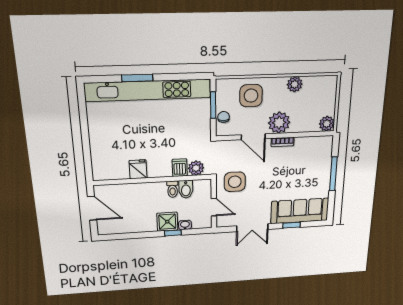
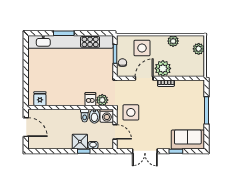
plant: (327, 124) -> (199, 49), moved
door: (253, 137) -> (144, 78), swing flipped
fridge: (138, 169) -> (40, 99), moved
washing machine: (203, 188) -> (107, 116), added
sofa: (300, 211) -> (188, 140), width x0.73

